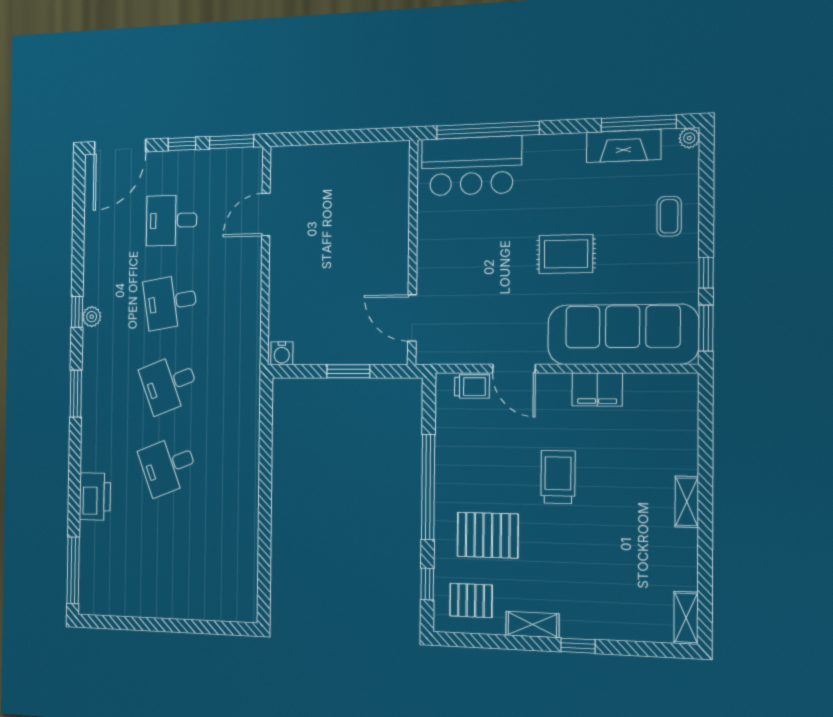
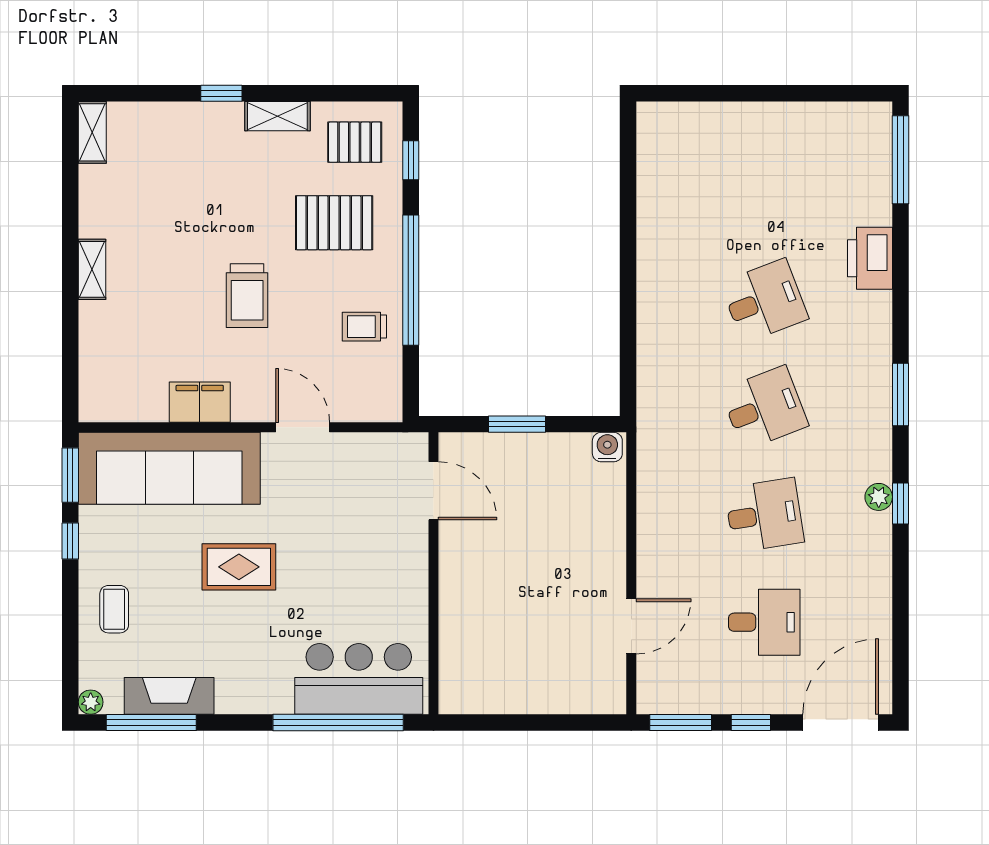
trolley: (472, 387) -> (364, 327), moved

